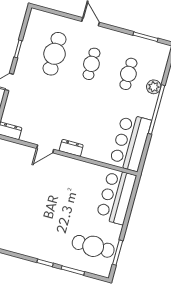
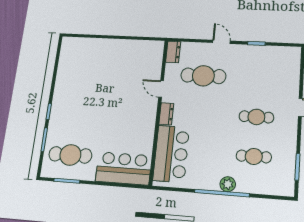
cafe table: (55, 54) -> (203, 76), moved
plant: (154, 87) -> (228, 184), moved
bar counter: (130, 142) -> (171, 154), moved, turned 90
cafe table: (93, 246) -> (70, 155), turned 90

